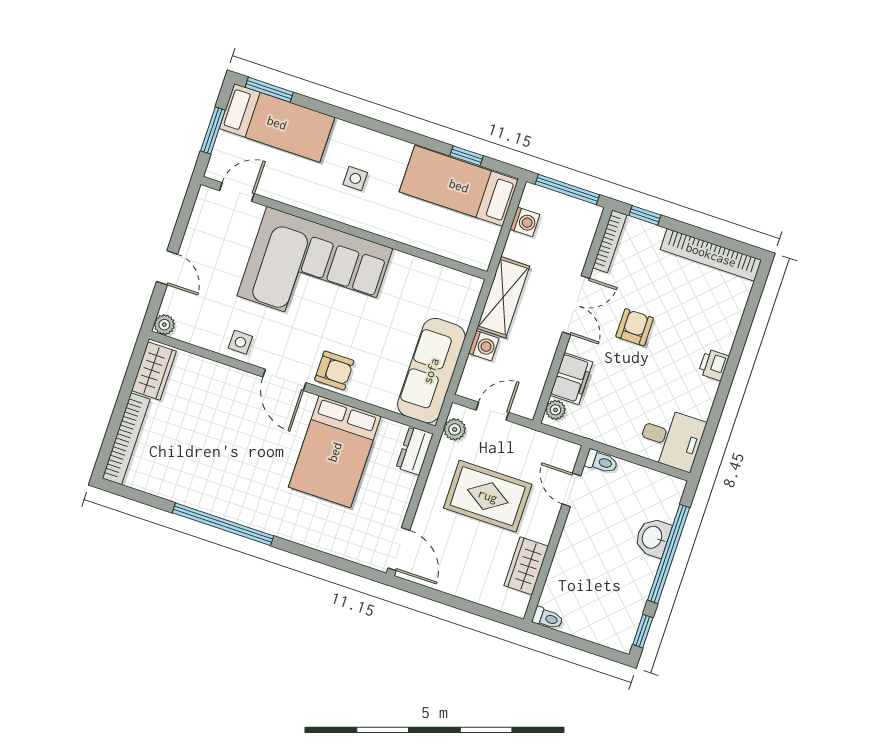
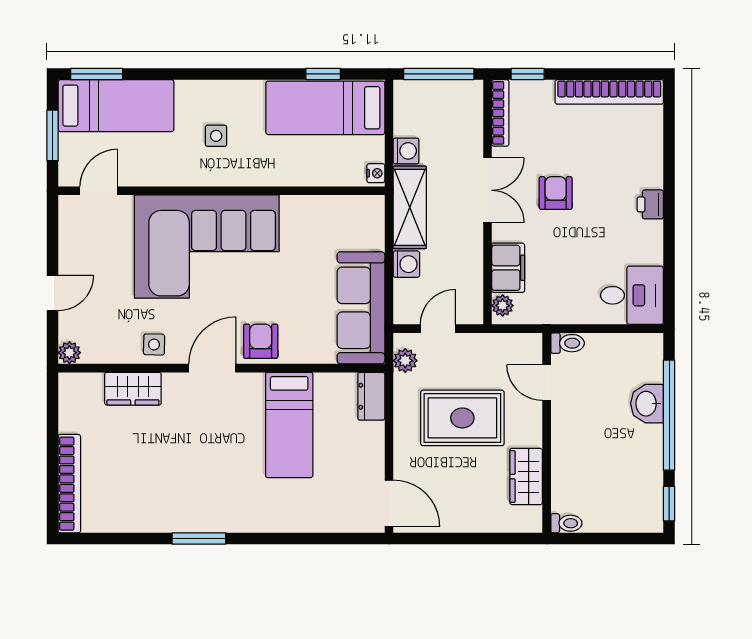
washing machine: (525, 222) -> (406, 151), moved
nightstand: (484, 258) -> (376, 173), added
door: (167, 268) -> (53, 293), hinge flipped
armchair: (334, 370) -> (261, 341), turned -90
wardrobe: (154, 371) -> (133, 389), moved, turned 90
door: (284, 380) -> (212, 368), swing flipped
bed: (335, 452) -> (289, 425), width x0.67
window: (223, 524) -> (199, 538), width x0.47

